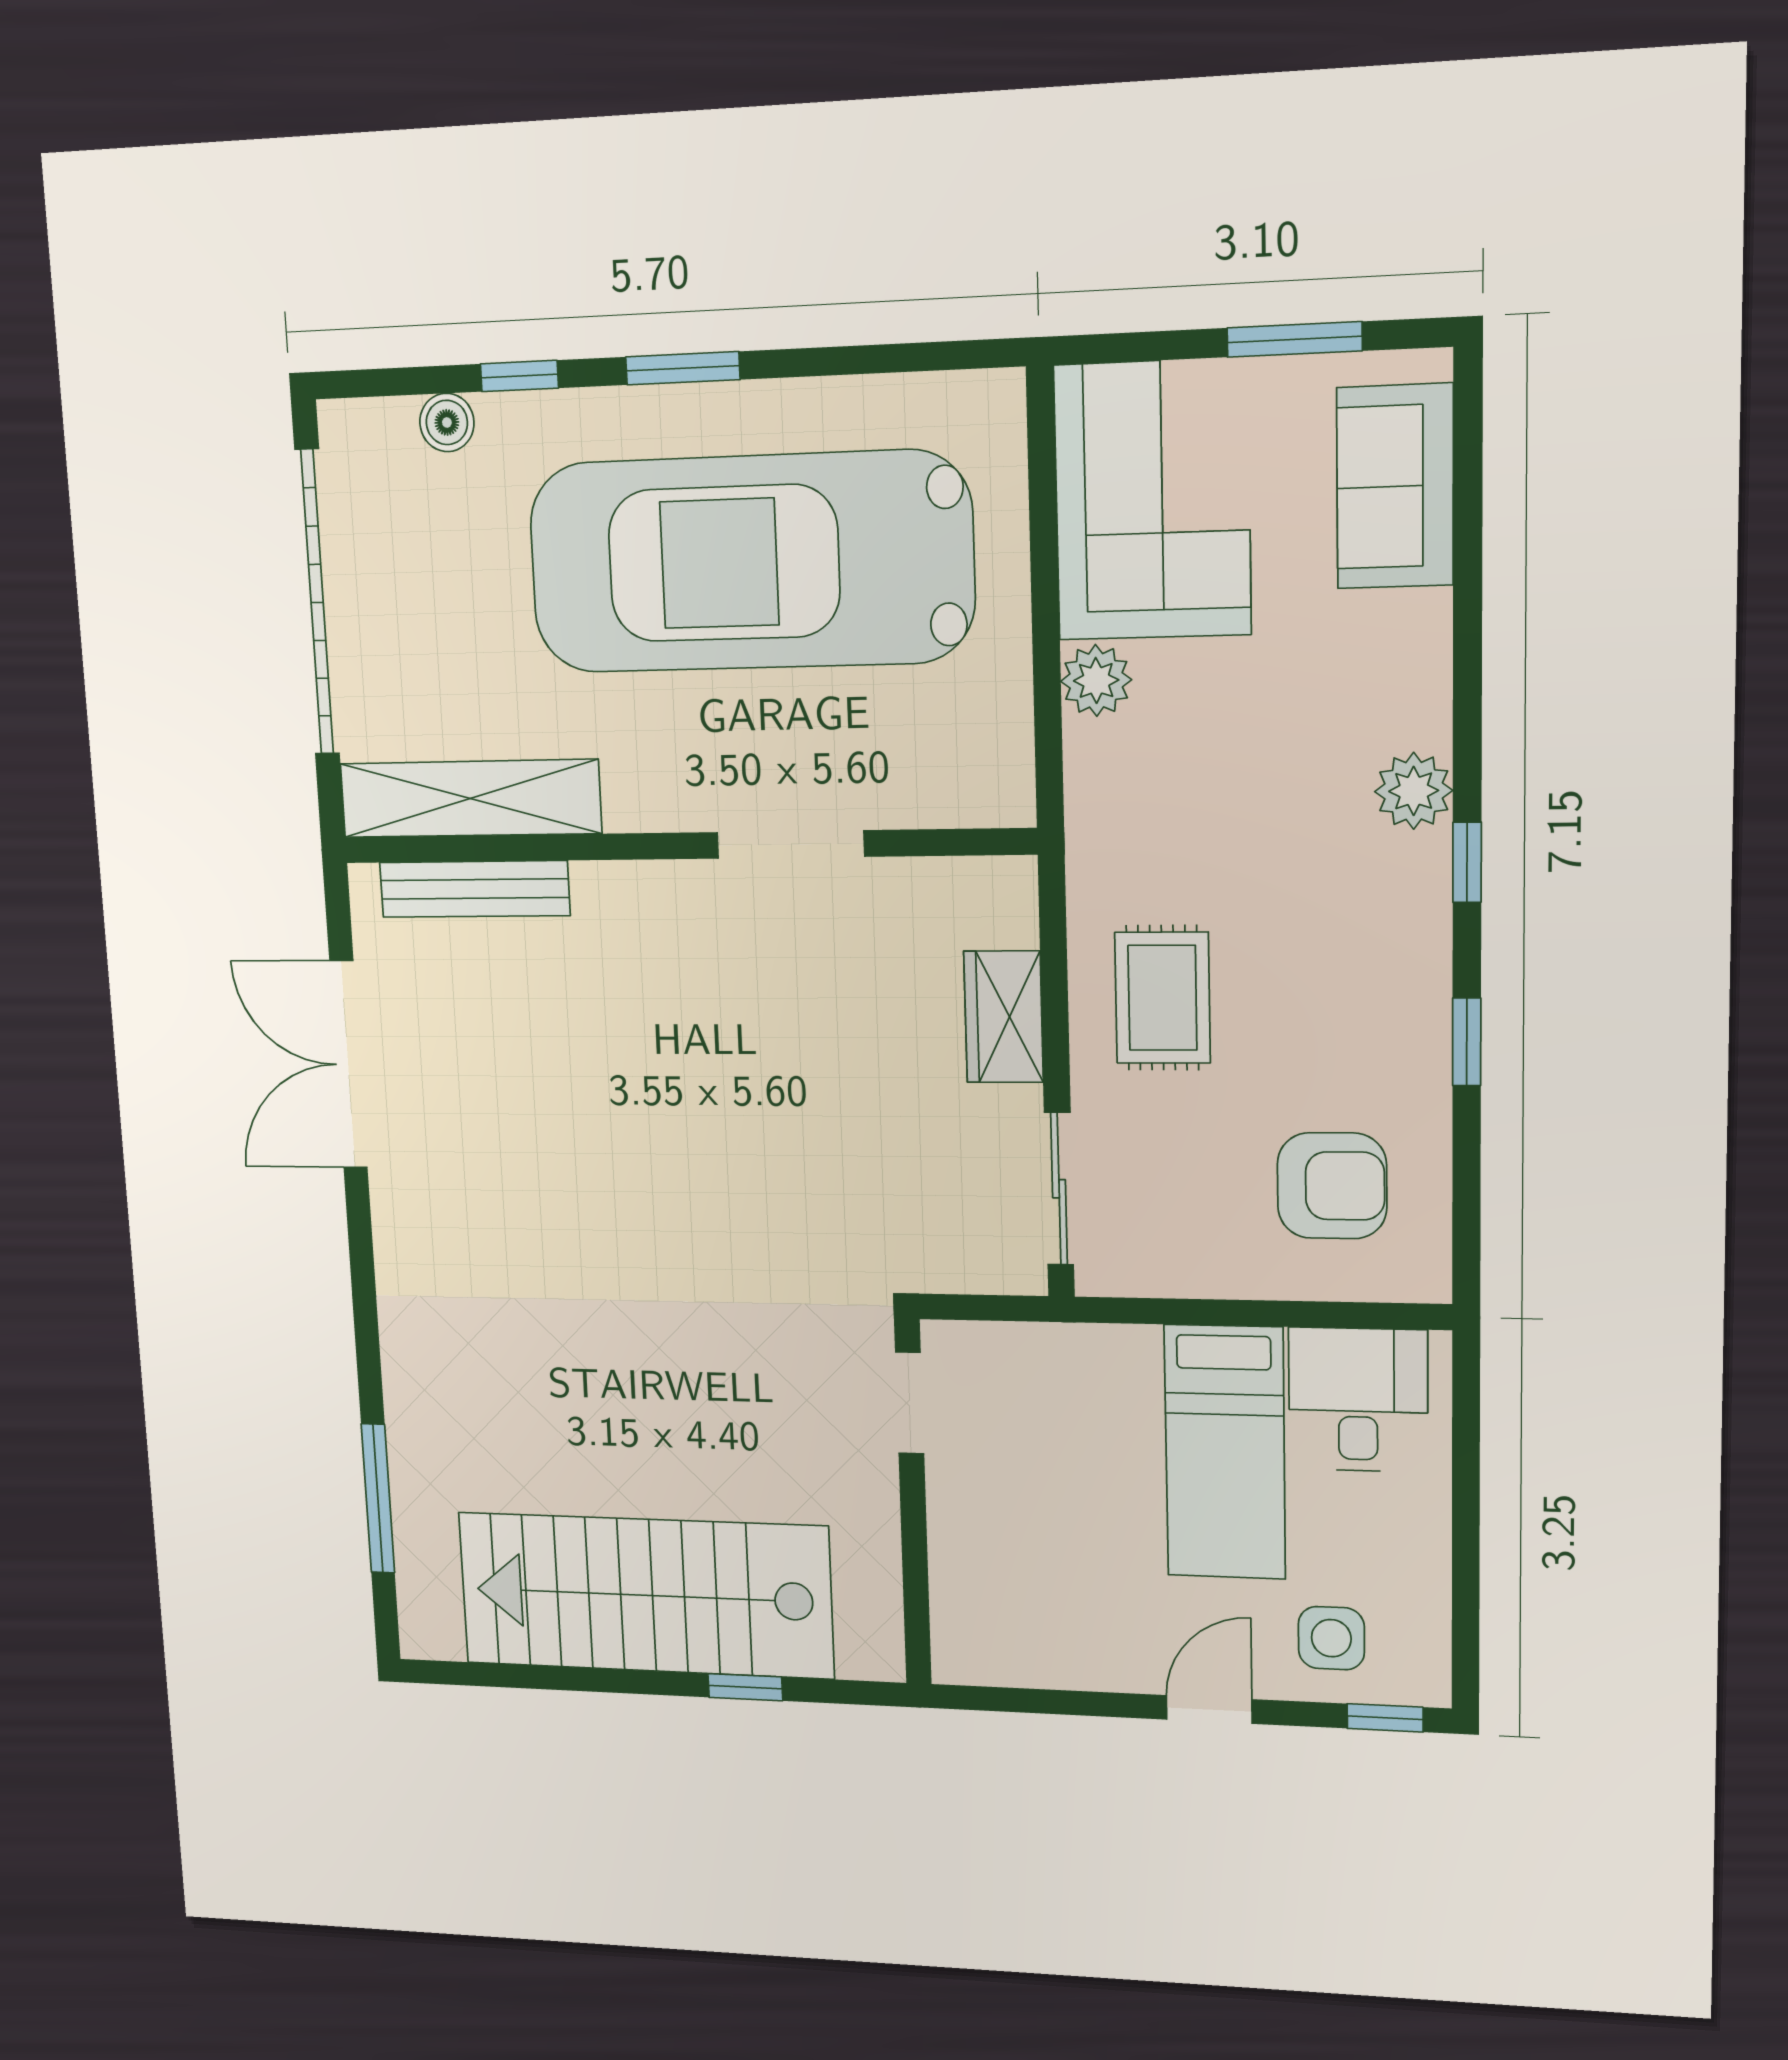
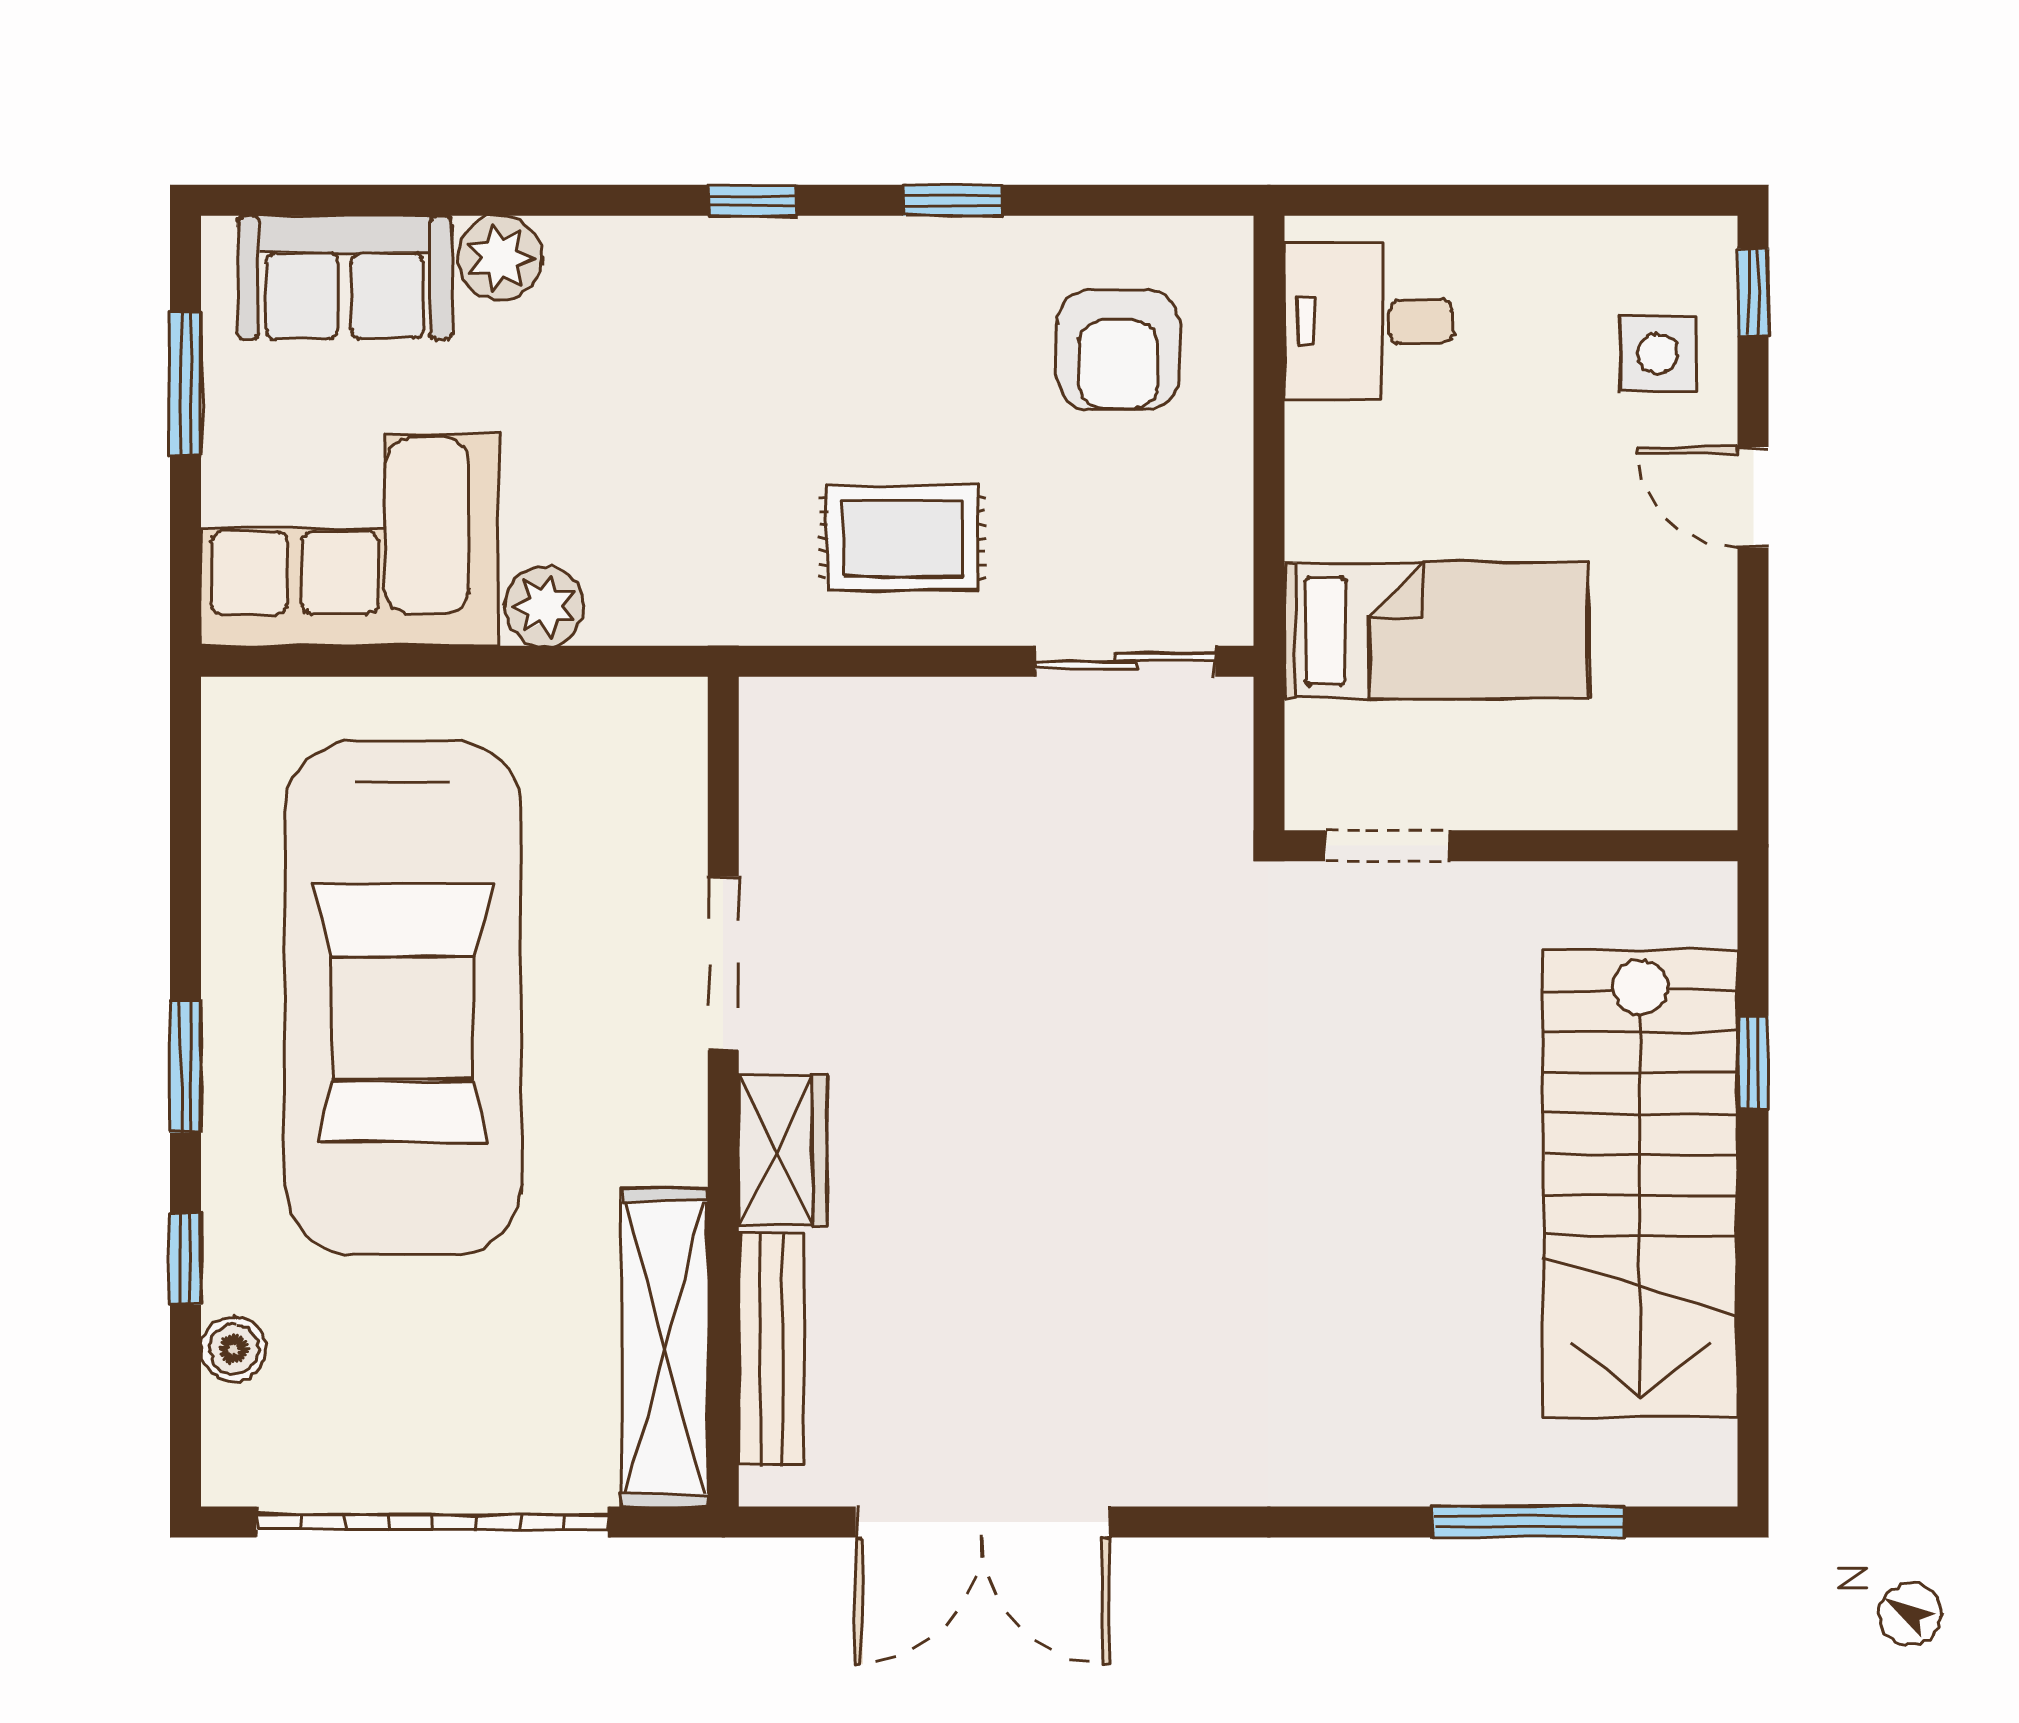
plant: (1414, 791) -> (500, 258), moved
wardrobe: (1003, 1017) -> (783, 1150), moved, turned -90
armchair: (1332, 1186) -> (1118, 350), turned 180
bed: (1225, 1452) -> (1436, 631), moved

